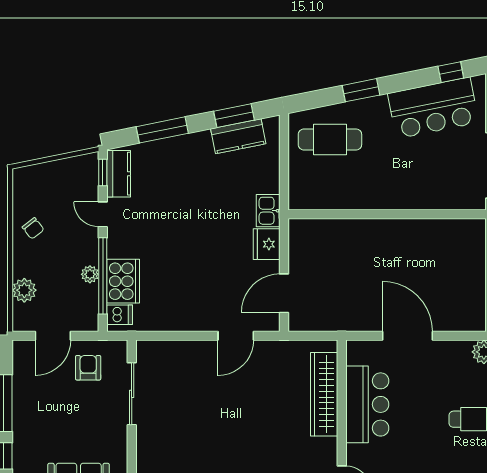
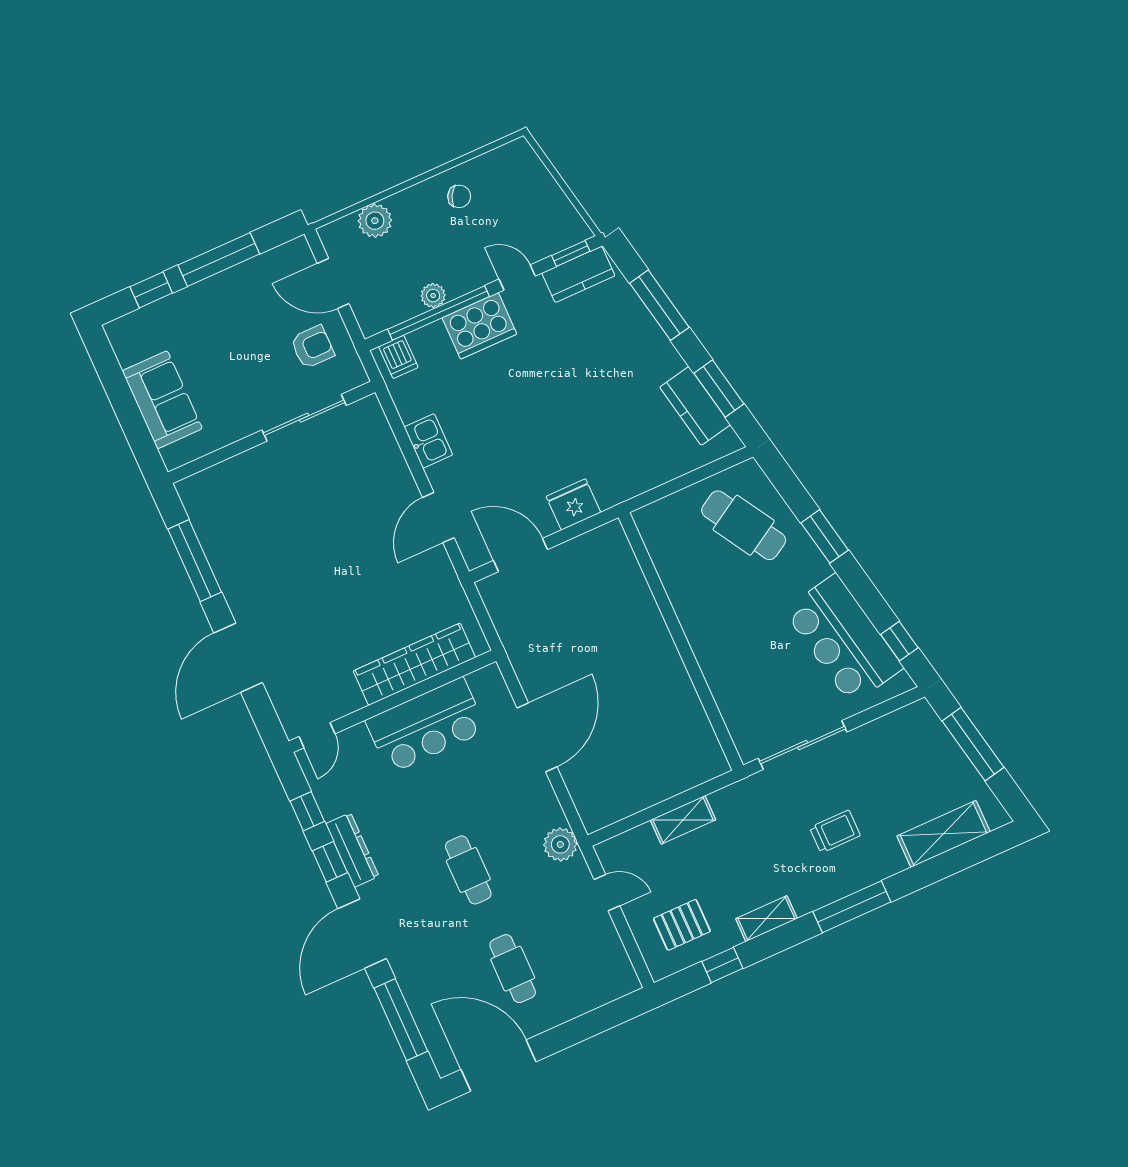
cafe table: (330, 140) -> (744, 525), turned -31
kitchen sink: (268, 211) -> (428, 441), moved, turned 90
door: (103, 214) -> (517, 278), hinge flipped
chair: (33, 228) -> (459, 196), turned -114
cooker: (123, 281) -> (479, 326), moved
door: (236, 336) -> (438, 518), hinge flipped

